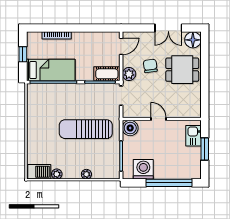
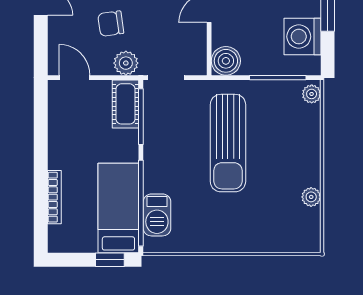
window: (23, 54) -> (110, 260), moved
barbecue: (39, 172) -> (157, 215), moved, turned 180
plant: (86, 174) -> (312, 94), moved

